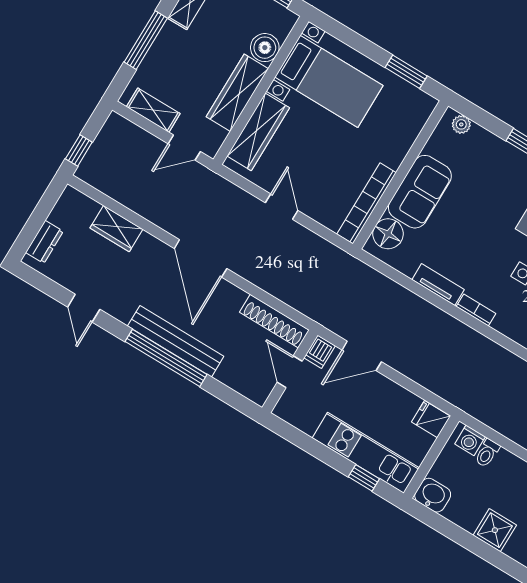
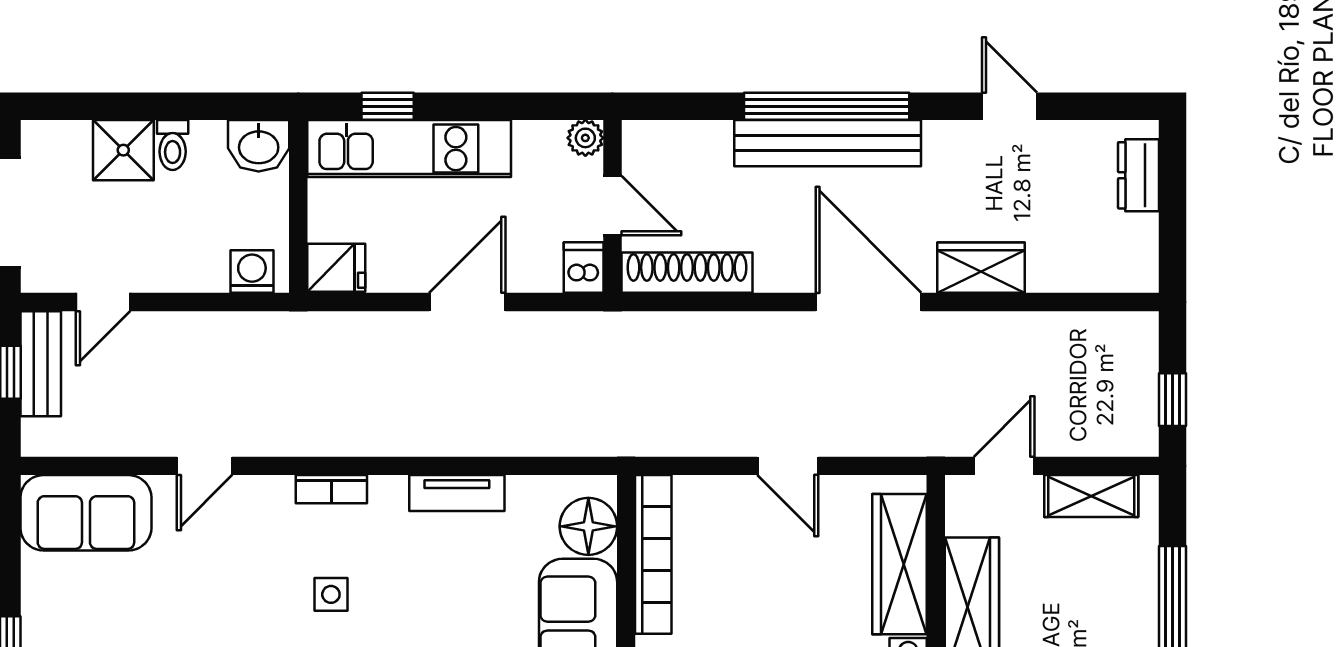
window: (79, 151) -> (1172, 400), moved
wardrobe: (116, 229) -> (981, 268), moved
bookcase: (476, 310) -> (331, 489), moved
door: (362, 356) -> (467, 302), moved
plant: (283, 410) -> (585, 138), added
toilet: (487, 453) -> (173, 145), moved, turned 180

